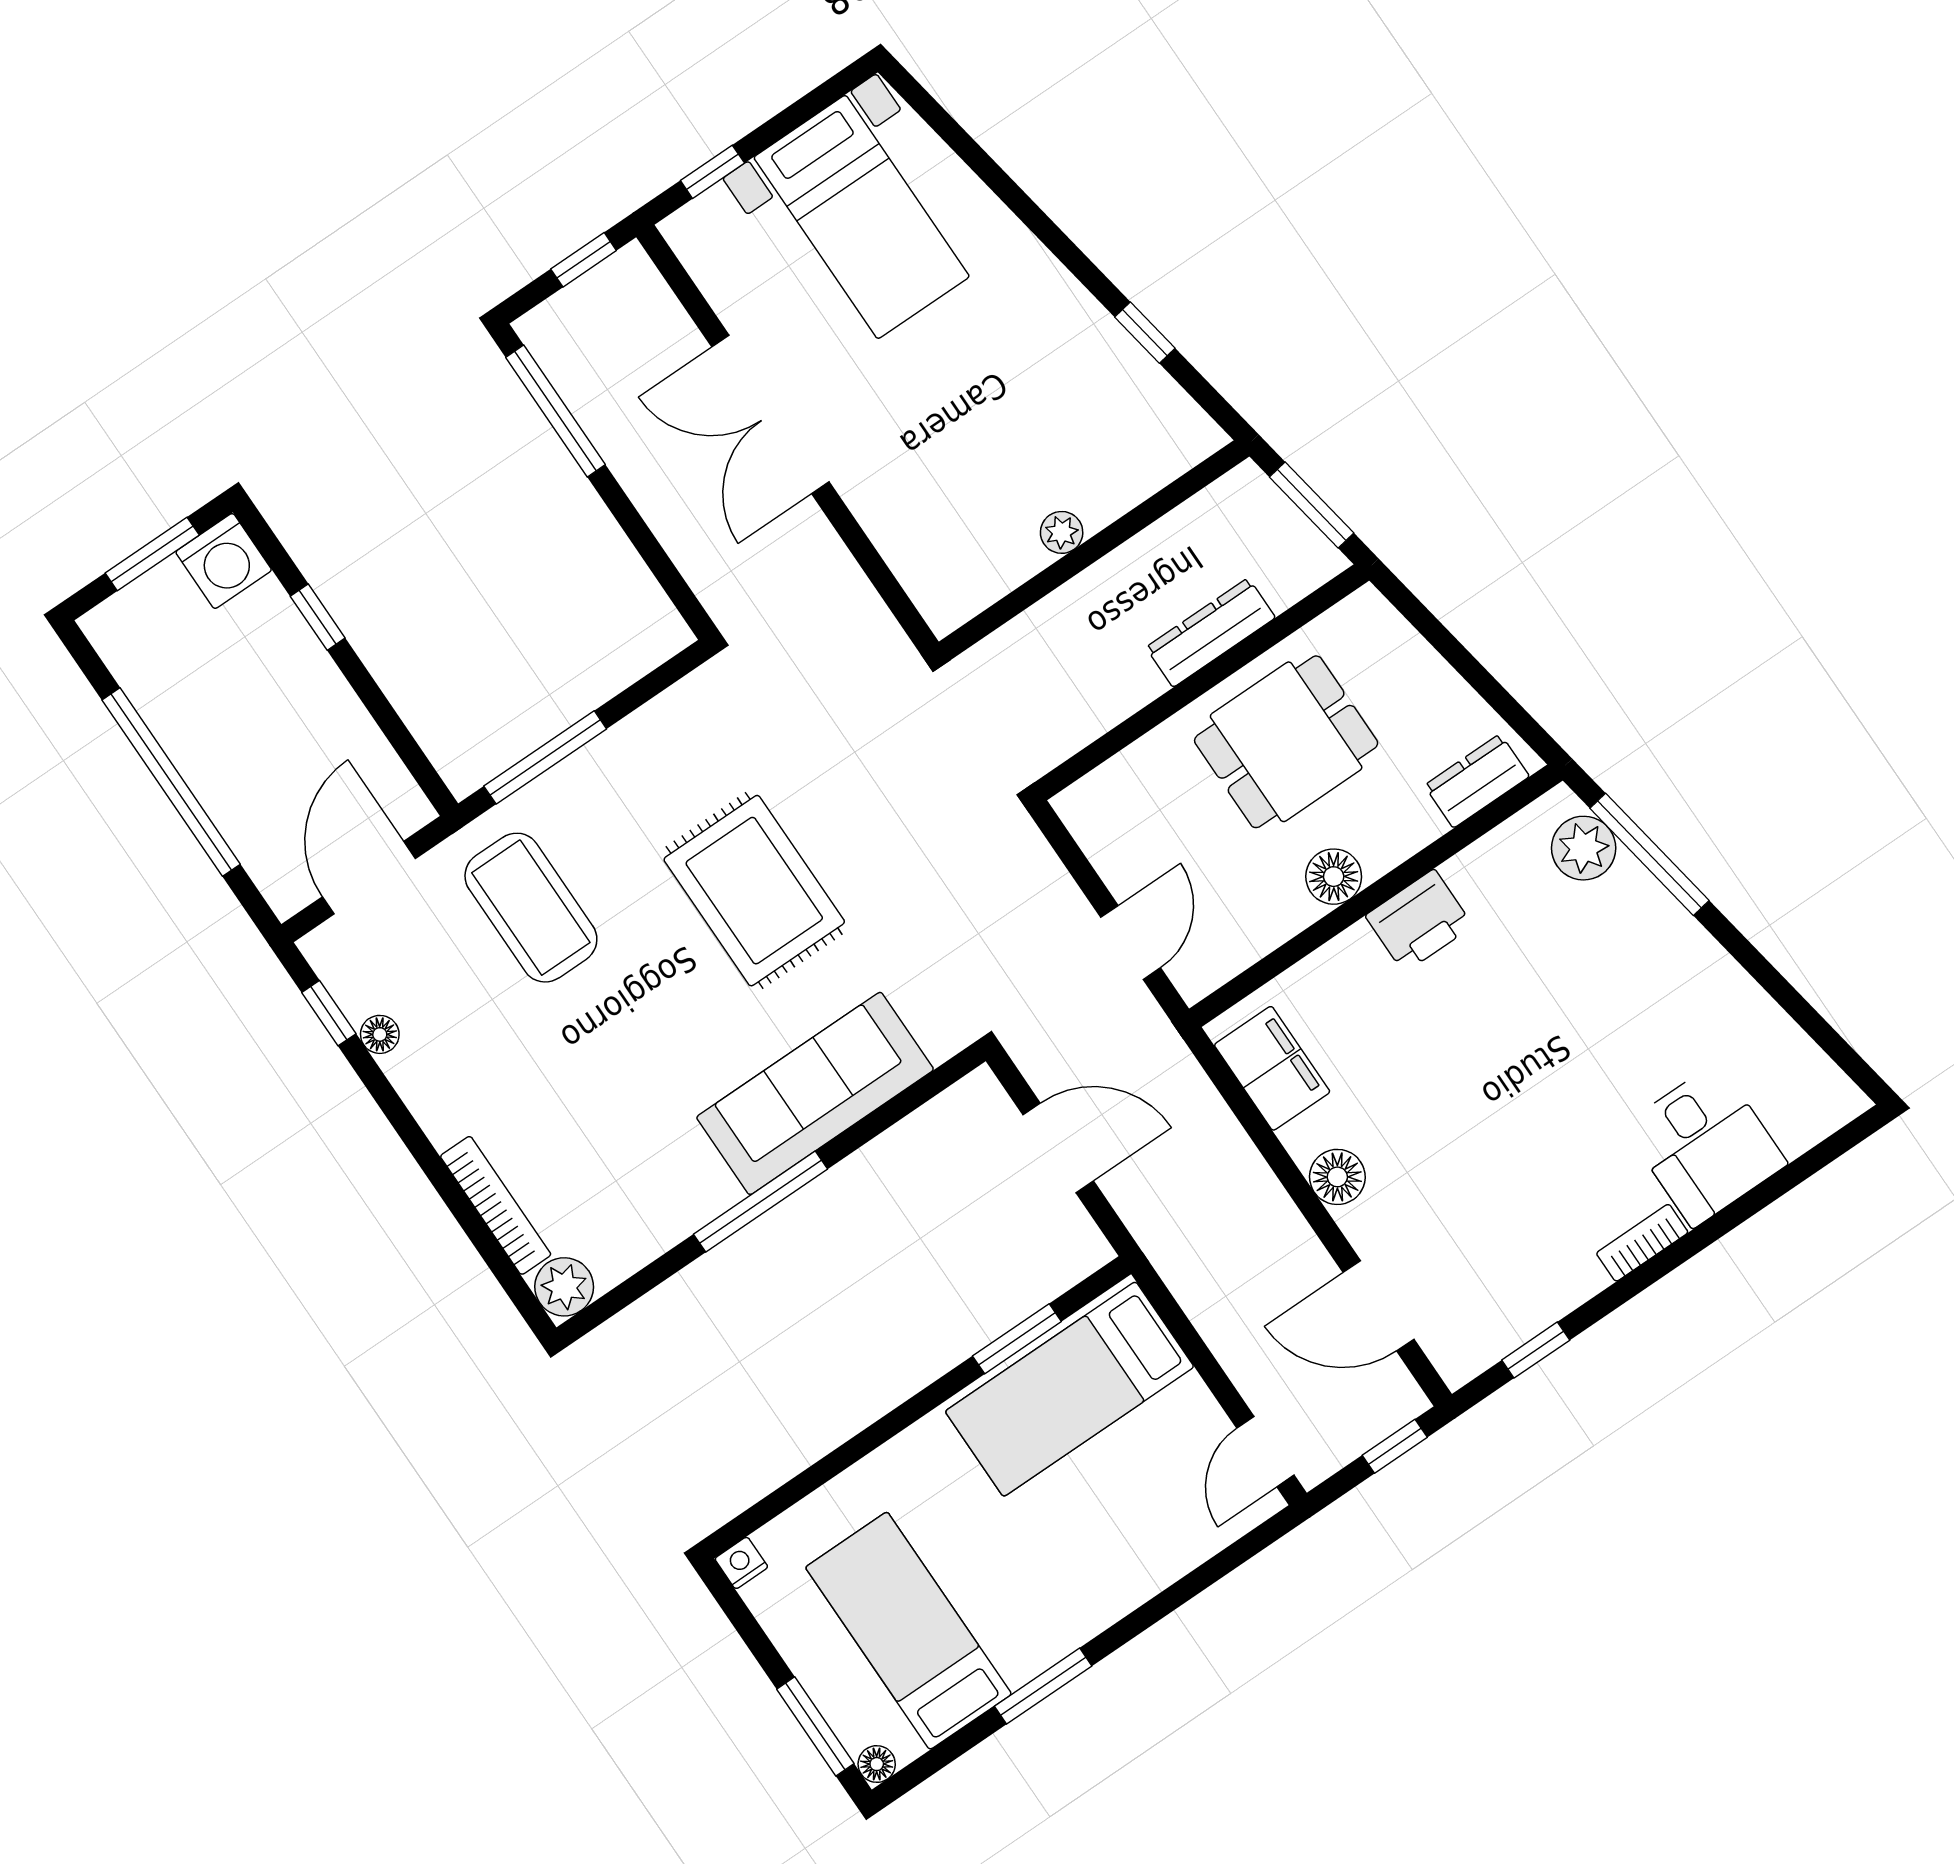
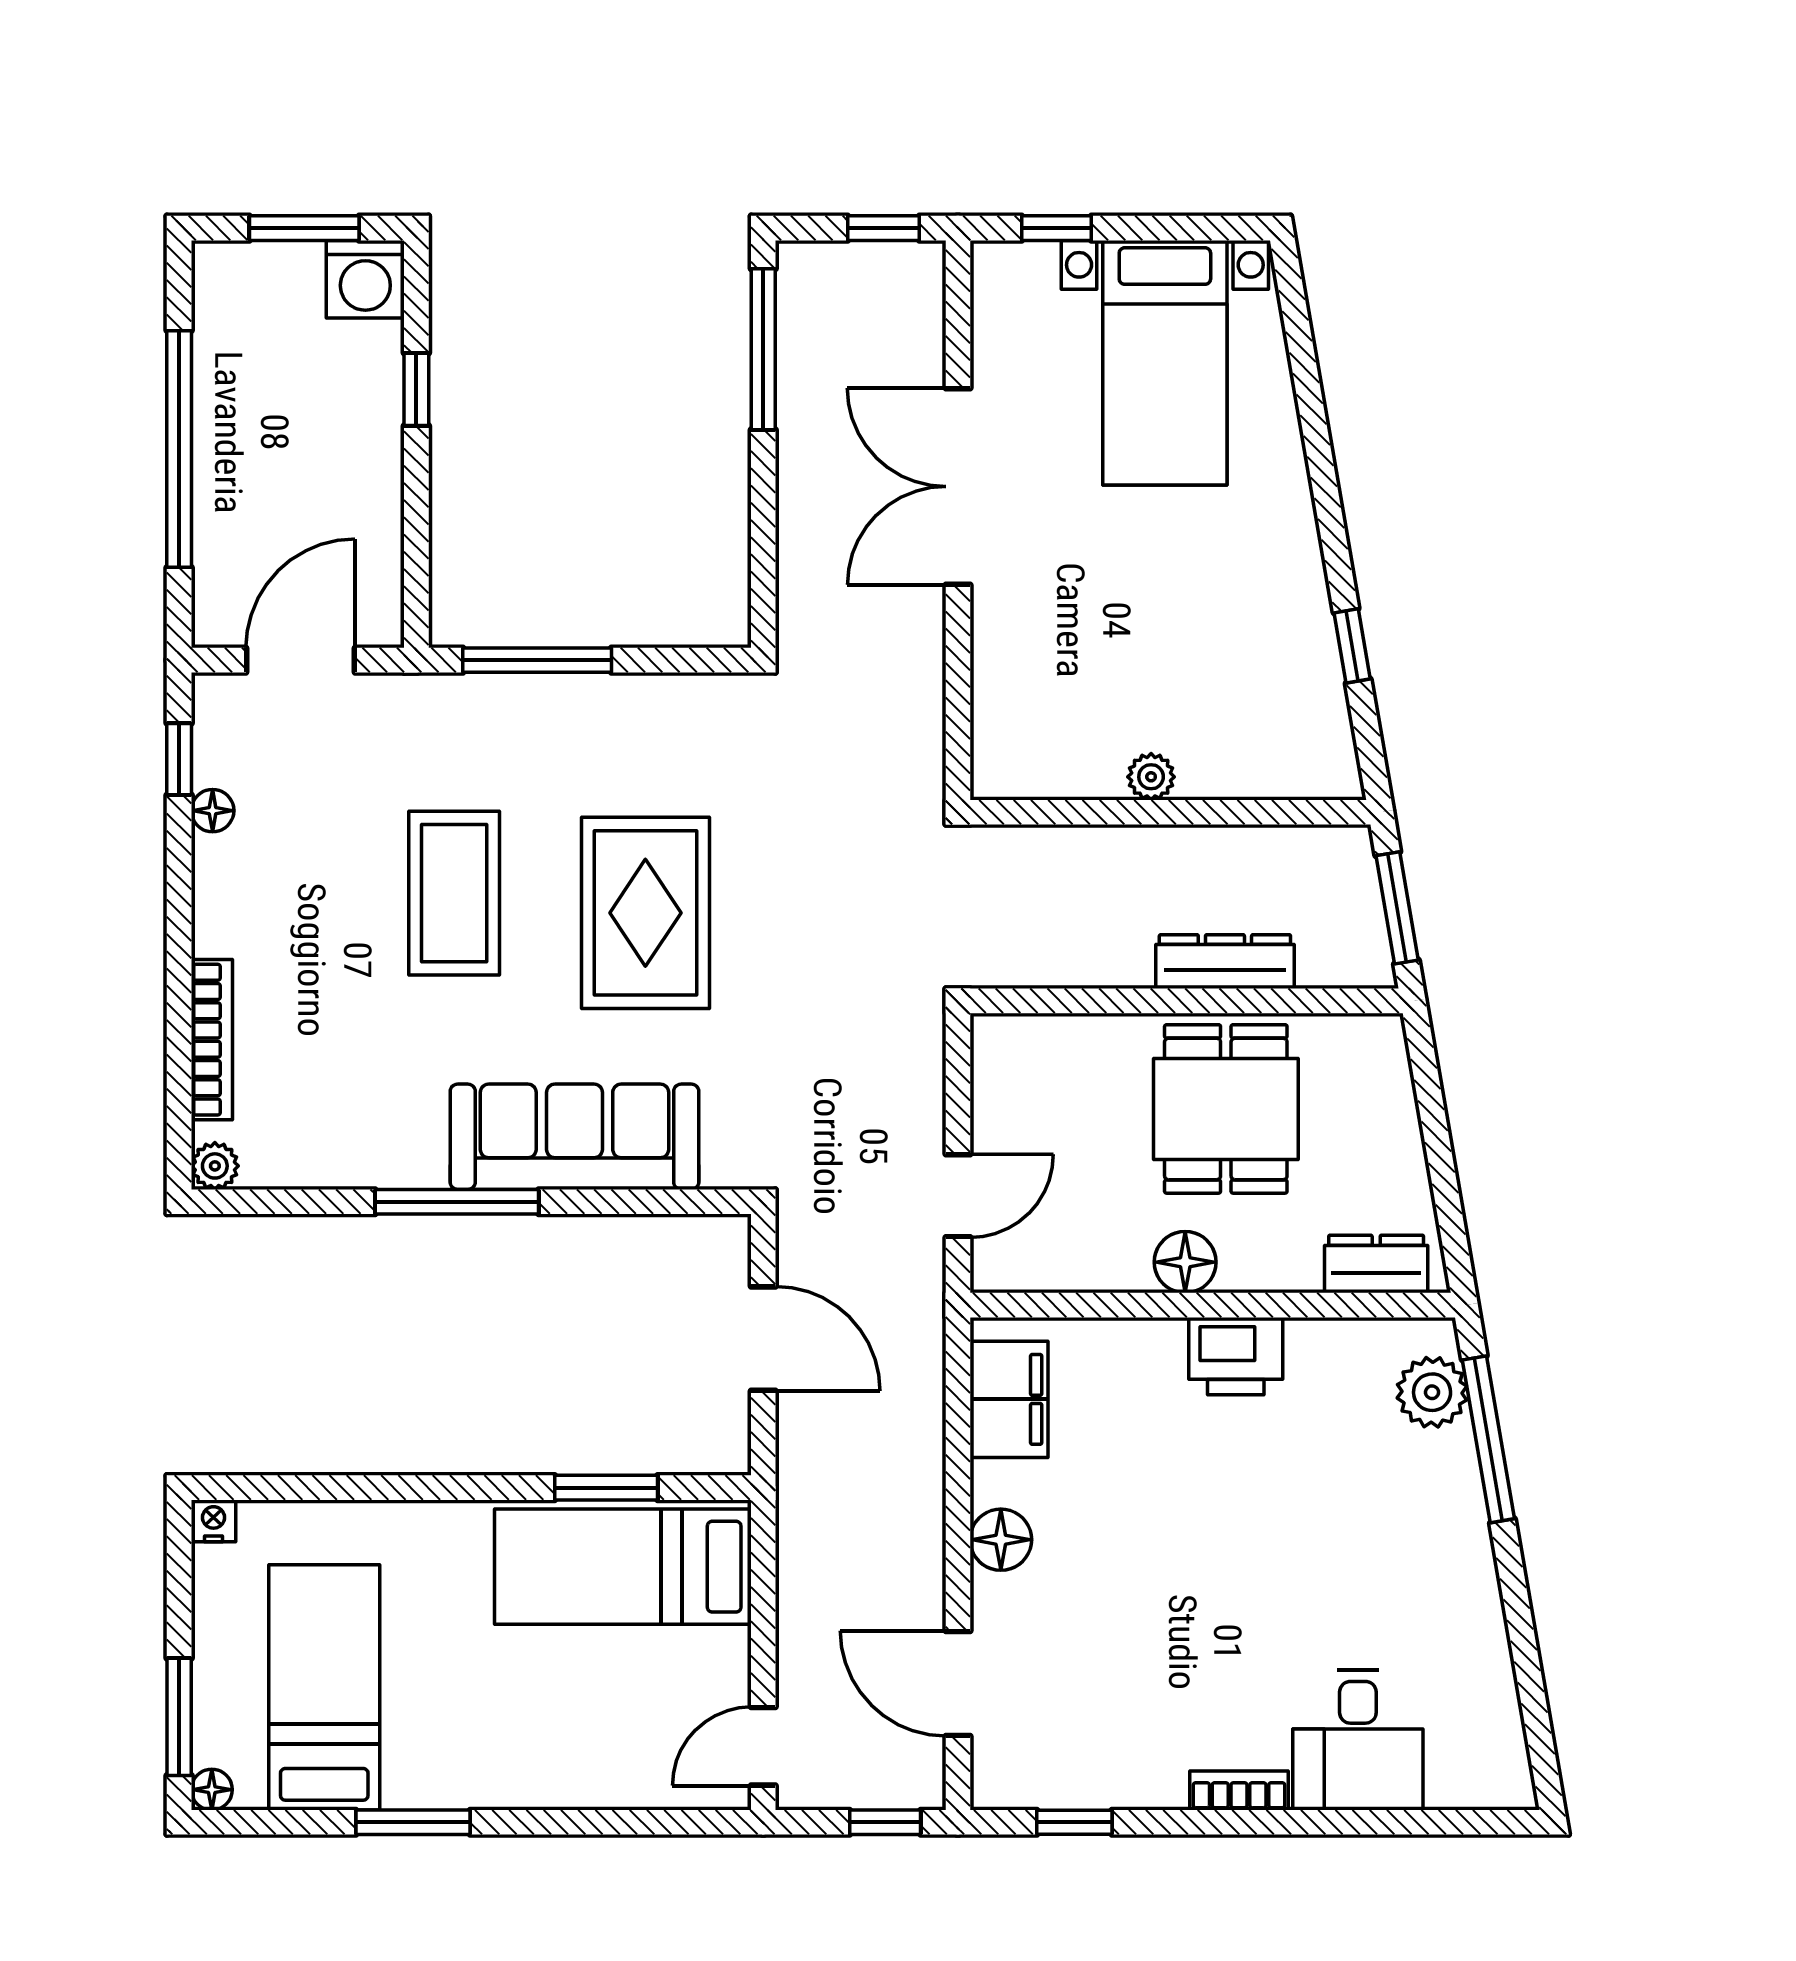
dining table: (1286, 742) -> (1226, 1109), turned 90
coffee table: (531, 908) -> (454, 893), moved
plant: (564, 1287) -> (215, 1166), width x0.73, depth x0.73

